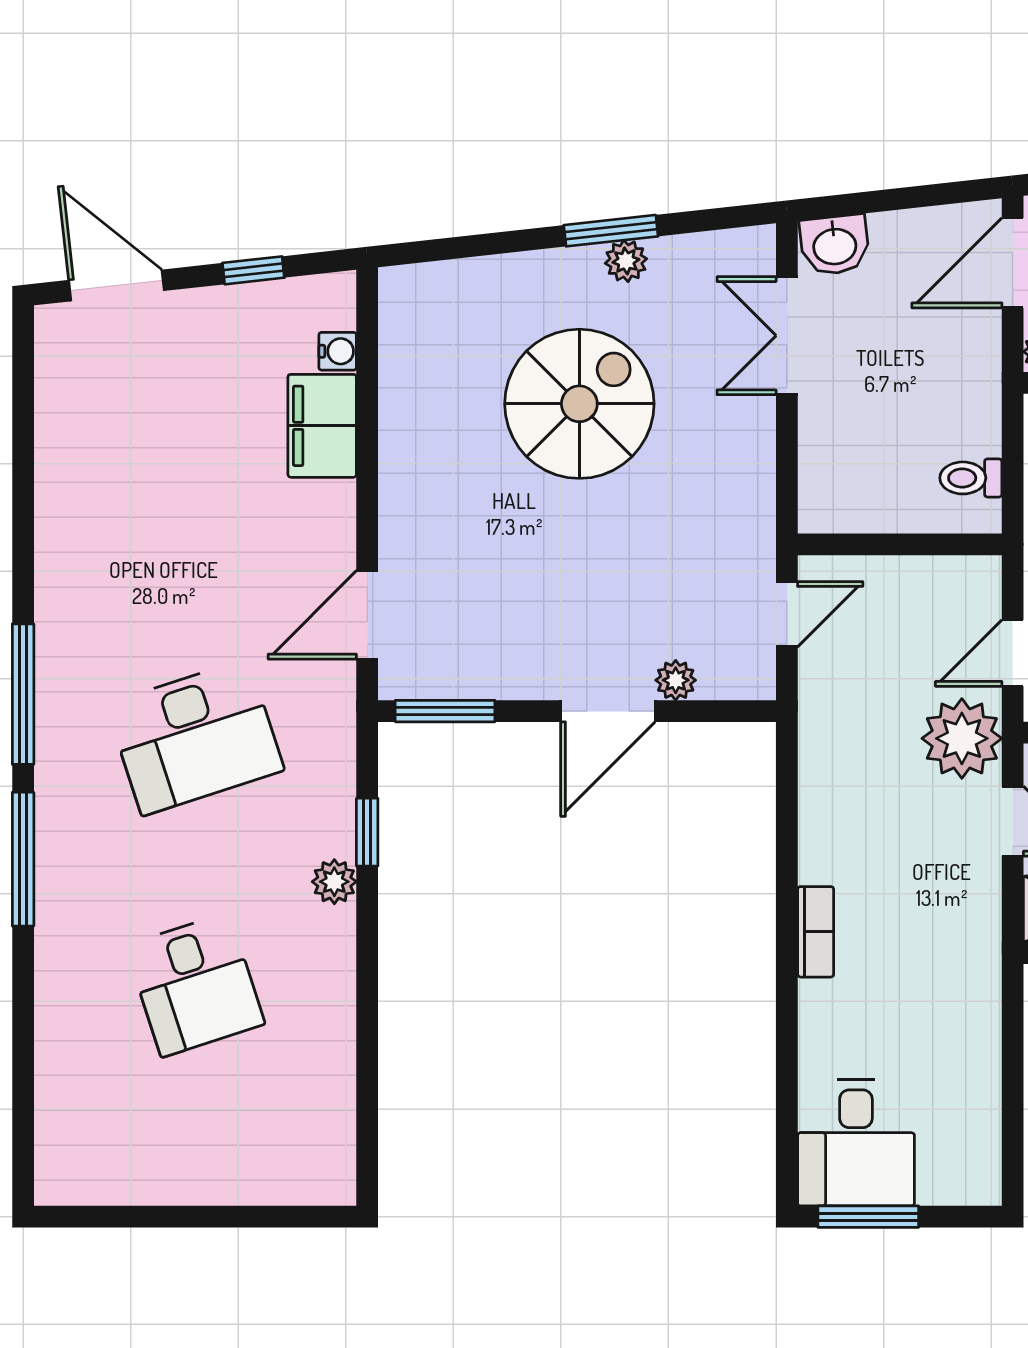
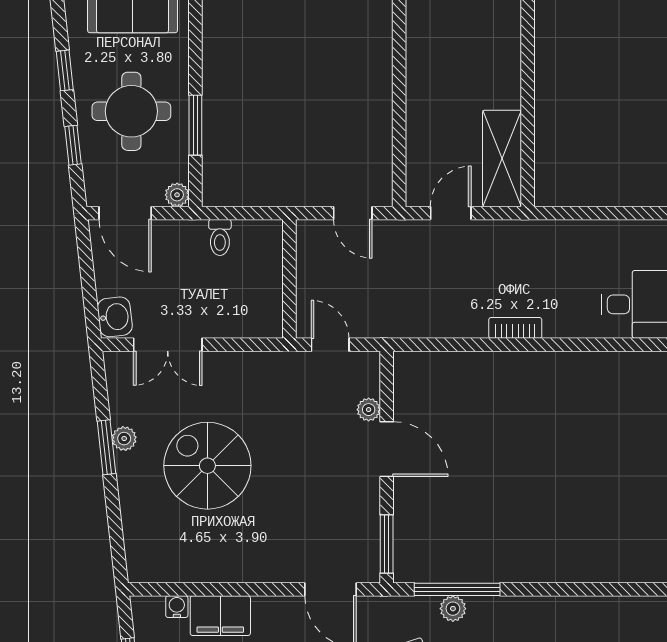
toilet: (971, 478) -> (220, 237), moved
plant: (962, 738) -> (403, 243), removed
window: (367, 832) -> (457, 589), width x2.17
plant: (334, 882) -> (453, 609), moved

